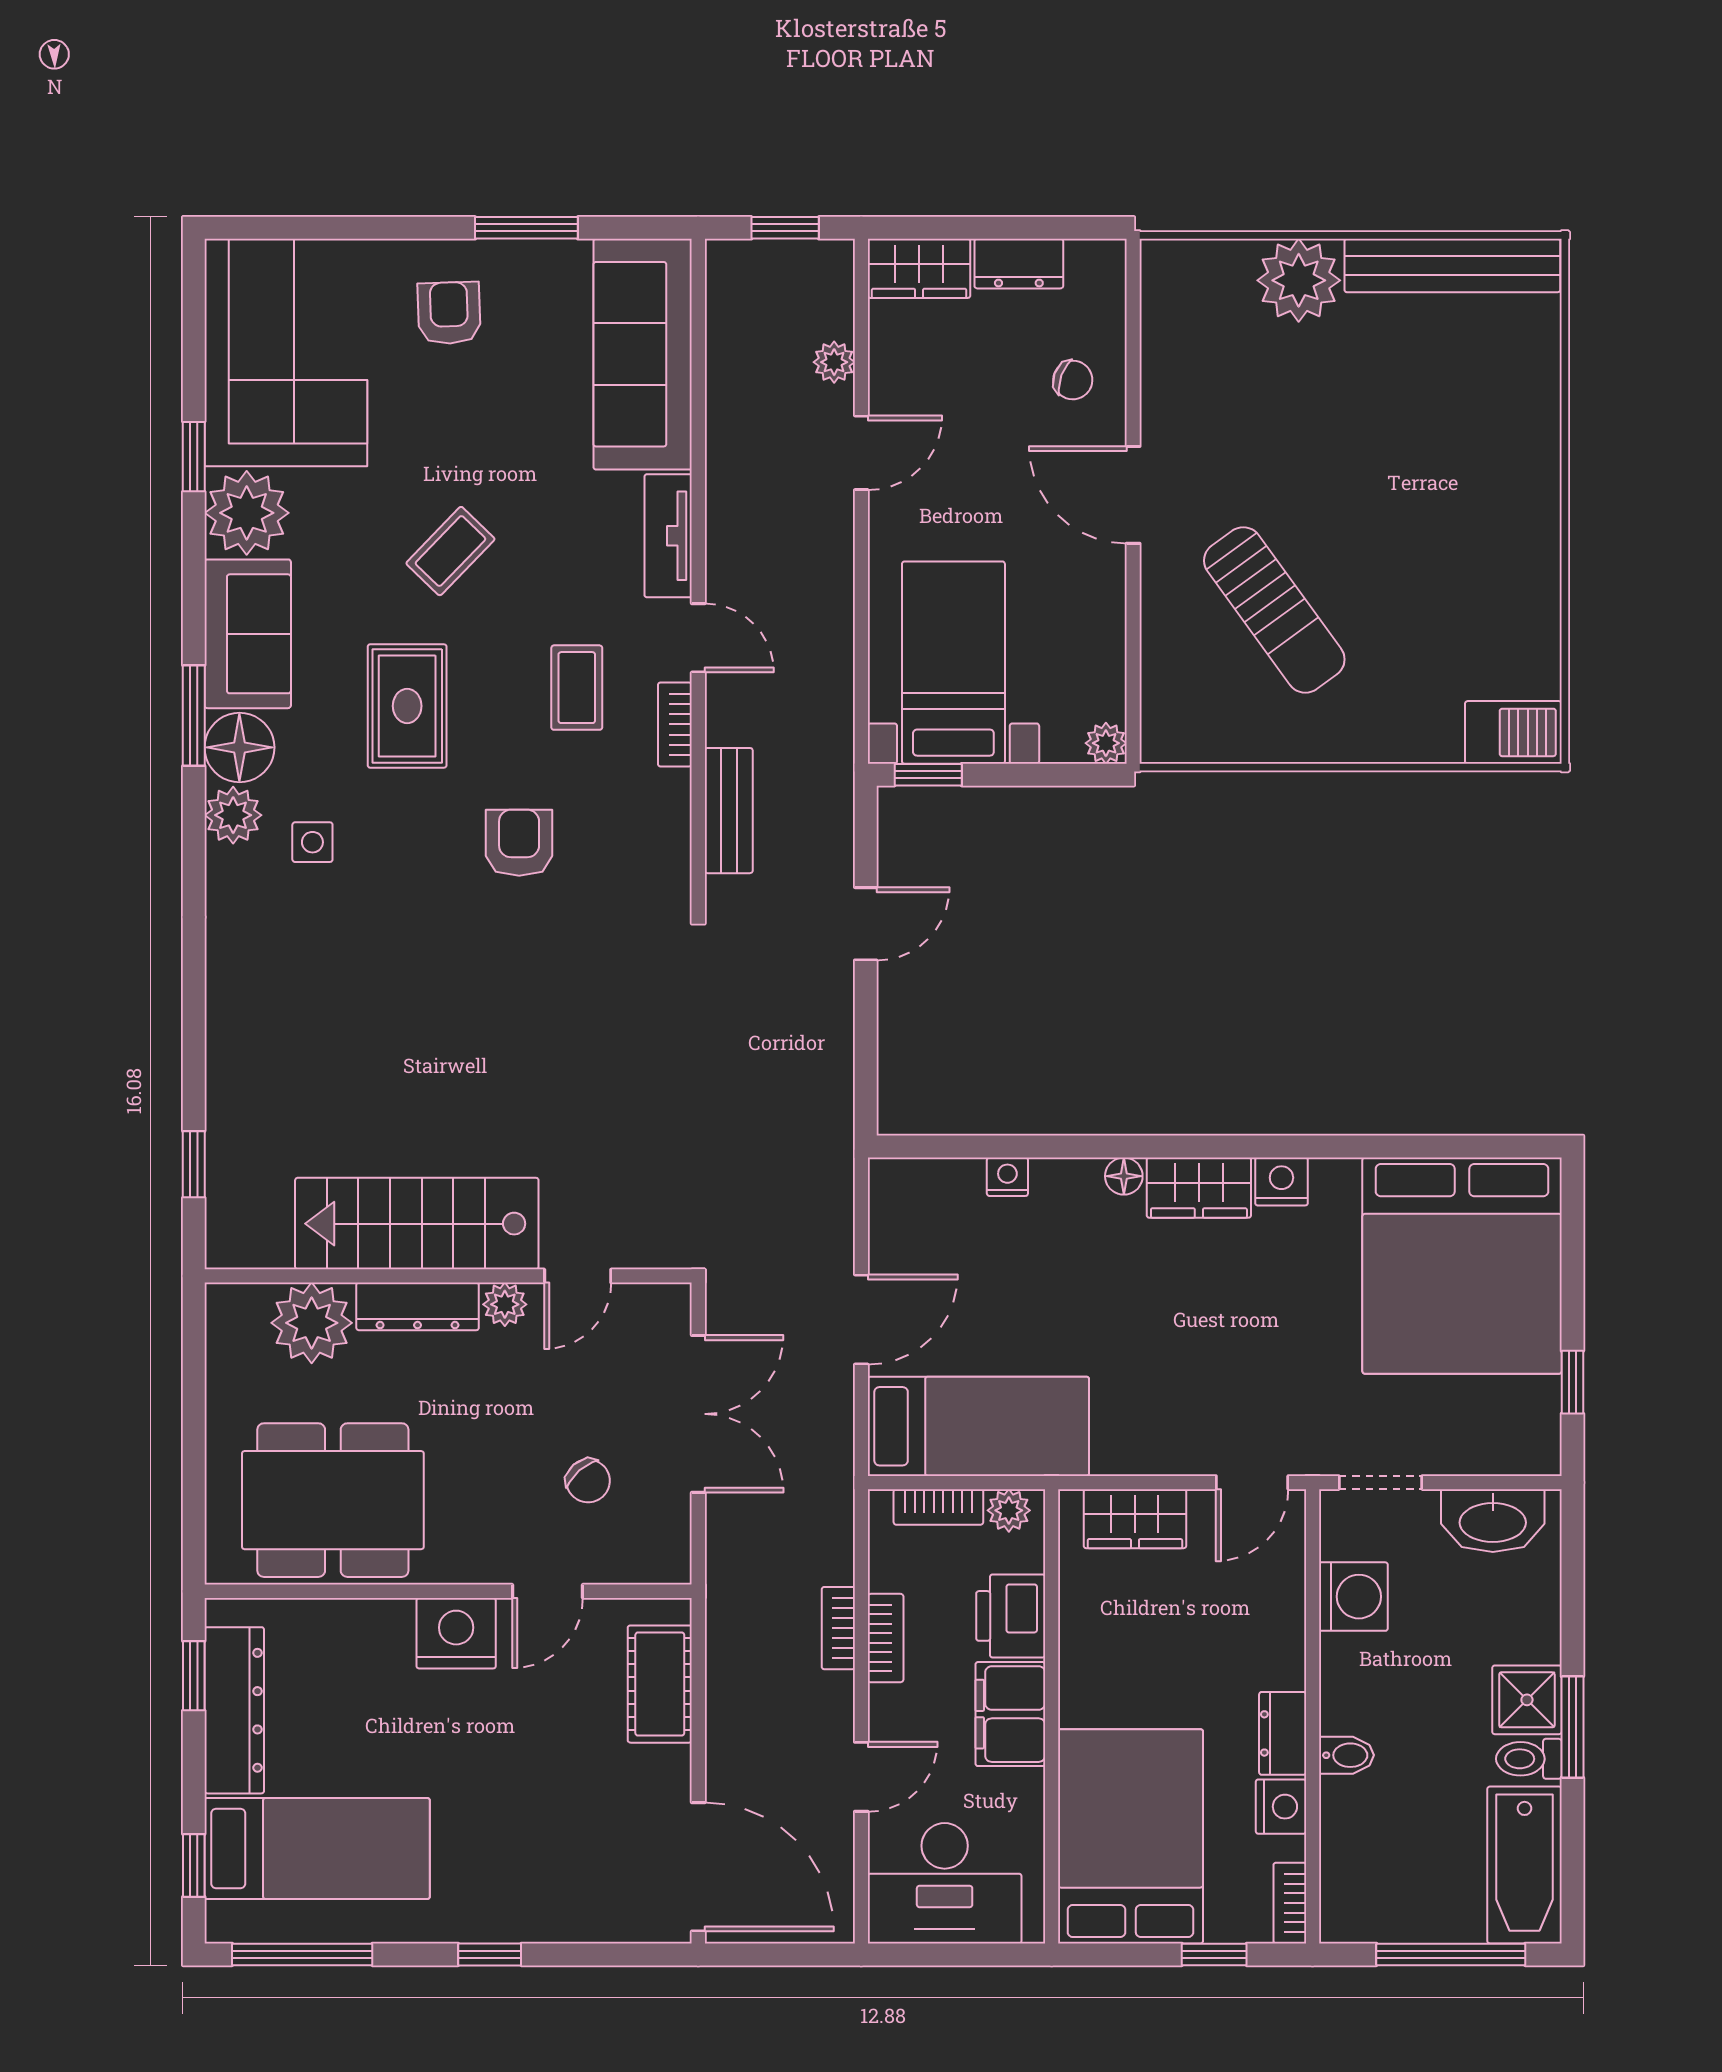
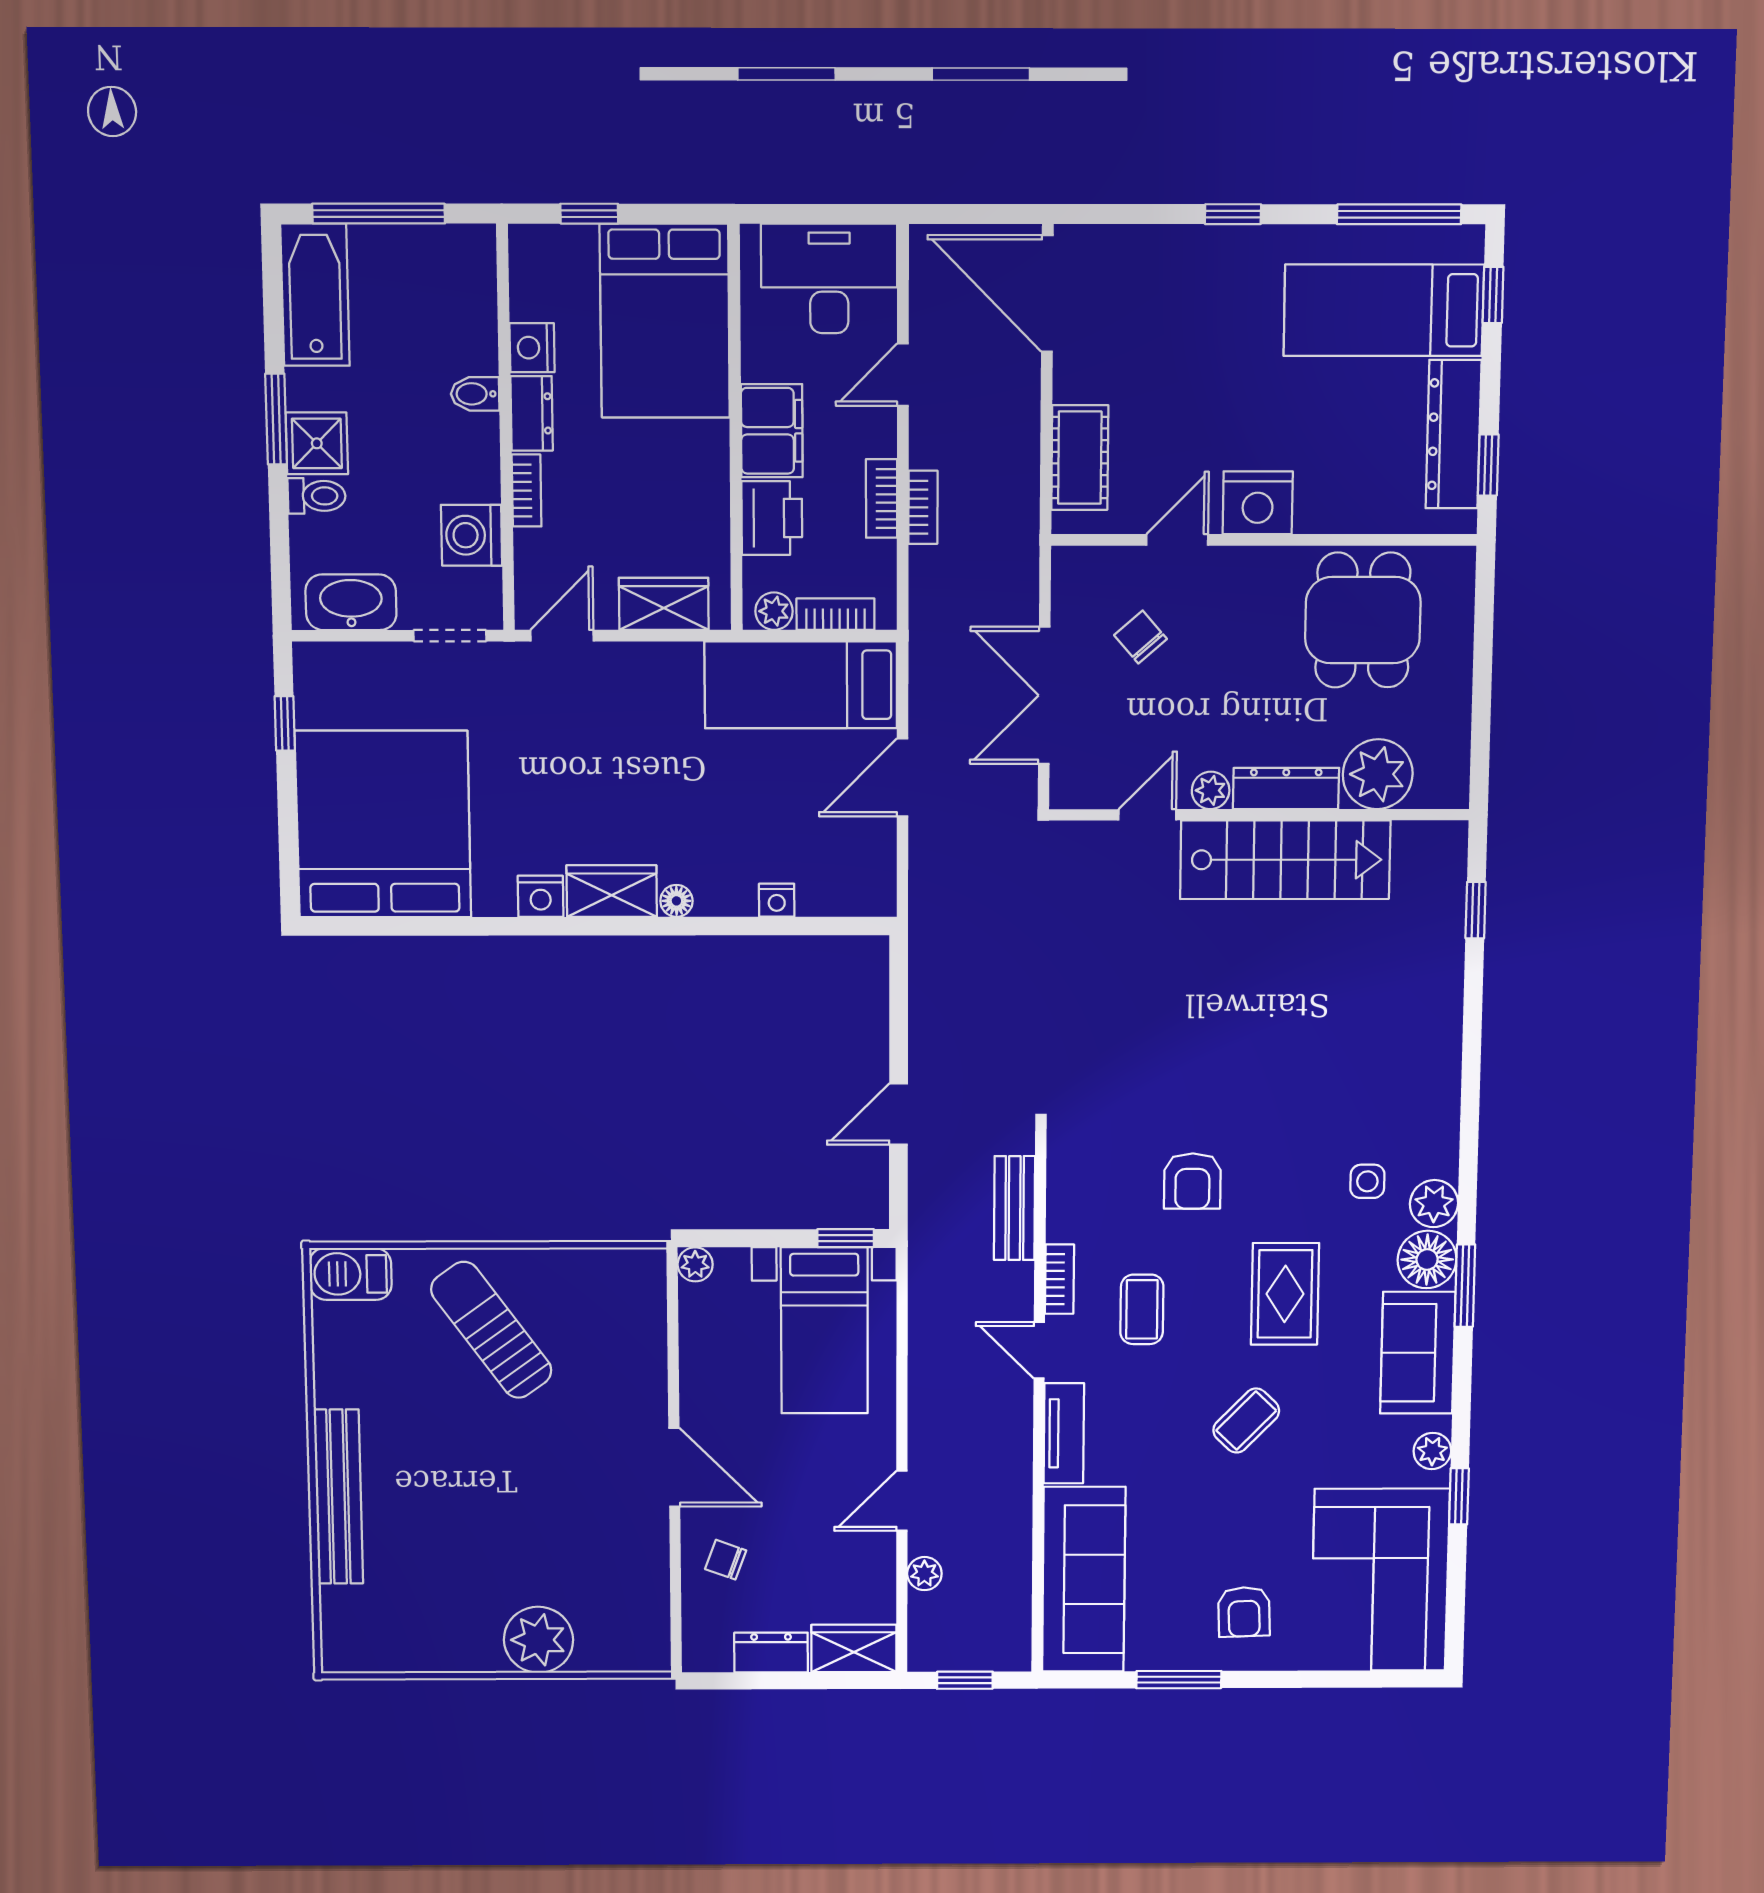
bench: (1452, 266) -> (338, 1497), moved, turned 90
plant: (247, 513) -> (1432, 1451), width x0.53, depth x0.53
sun lounger: (1274, 610) -> (491, 1330), moved
dining table: (333, 1500) -> (1363, 620), width x0.73
toilet: (1529, 1759) -> (317, 496), moved
bookcase: (1290, 1903) -> (527, 491), moved

